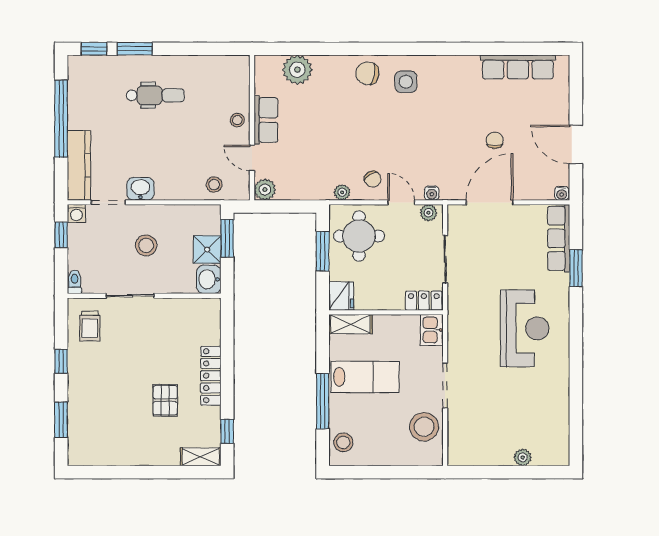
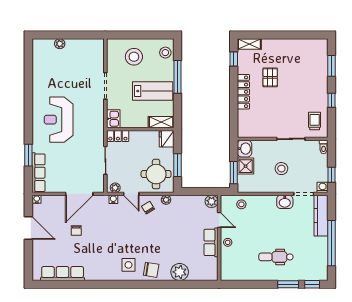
plant: (297, 70) -> (180, 272), moved
lab bench: (365, 377) -> (153, 91), turned 180
stool: (424, 427) -> (134, 57), moved

